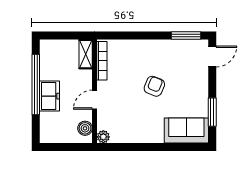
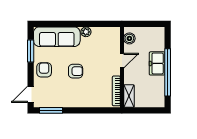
armchair: (154, 86) -> (76, 71), turned -112
armchair: (195, 88) -> (44, 70), added
sofa: (186, 130) -> (57, 37), width x1.36
plant: (103, 137) -> (86, 32), moved

